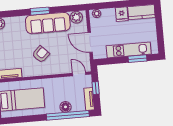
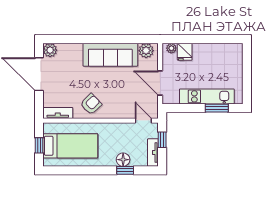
window: (40, 11) -> (102, 39), removed
kitchen counter: (141, 12) -> (227, 51), removed
fridge: (122, 14) -> (185, 52), moved
armchair: (41, 54) -> (91, 104), moved
window: (68, 115) -> (125, 170), width x0.32

